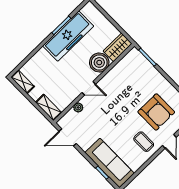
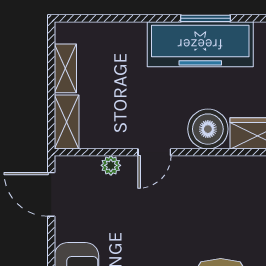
shelving: (23, 82) -> (65, 68), moved
door: (89, 88) -> (154, 152), hinge flipped

